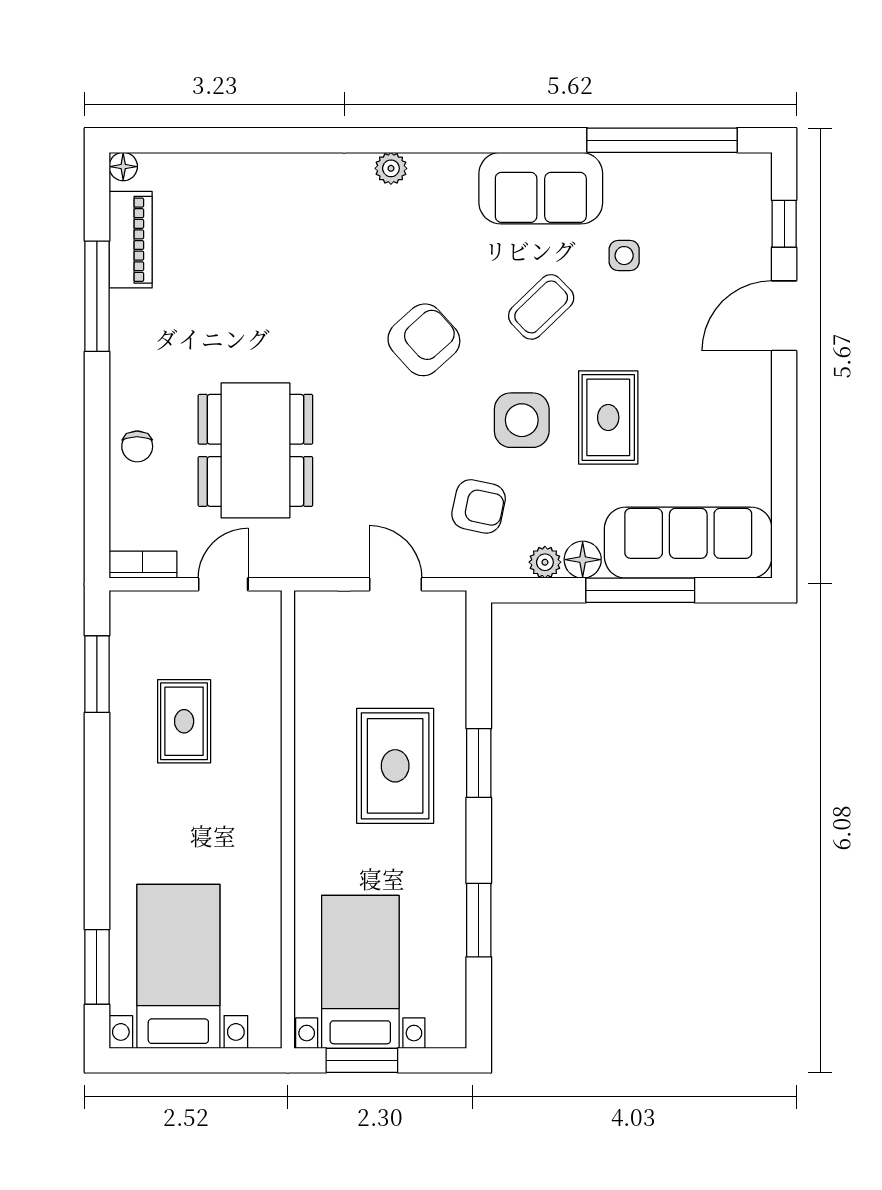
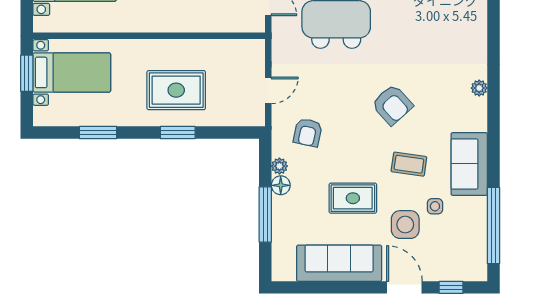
coffee table: (541, 307) -> (409, 164), turned -38
side table: (522, 420) -> (405, 225), moved
sofa: (688, 543) -> (339, 263), moved, turned -90

